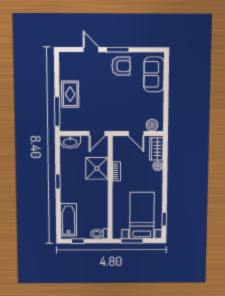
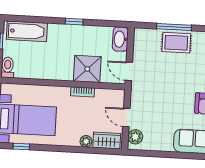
window: (57, 112) -> (174, 27), moved
door: (136, 133) -> (126, 118), hinge flipped

